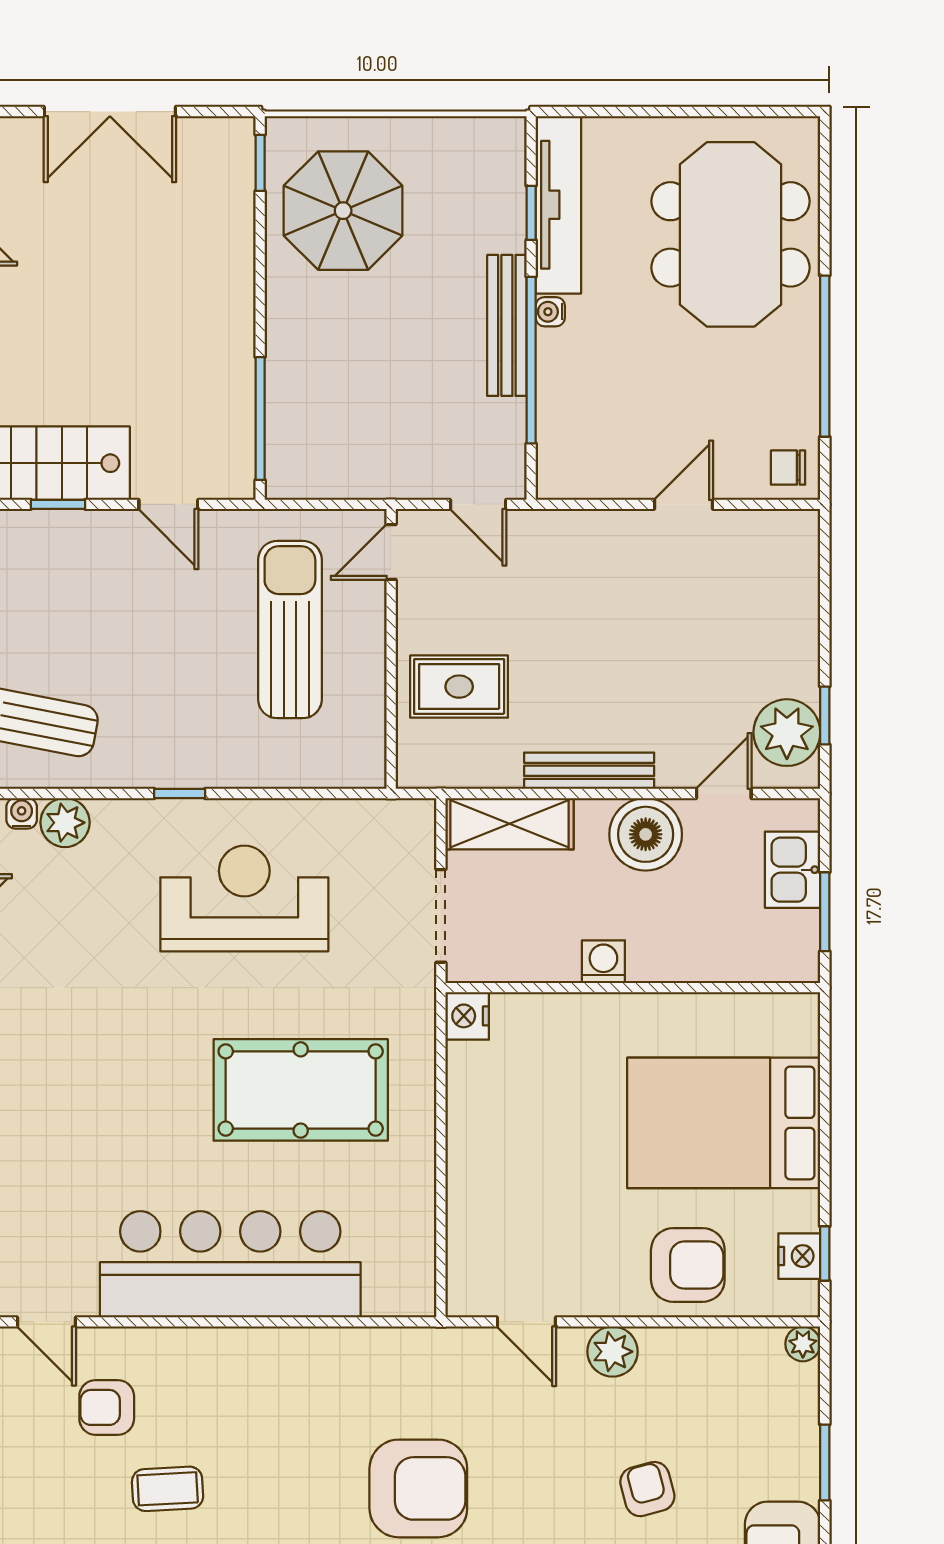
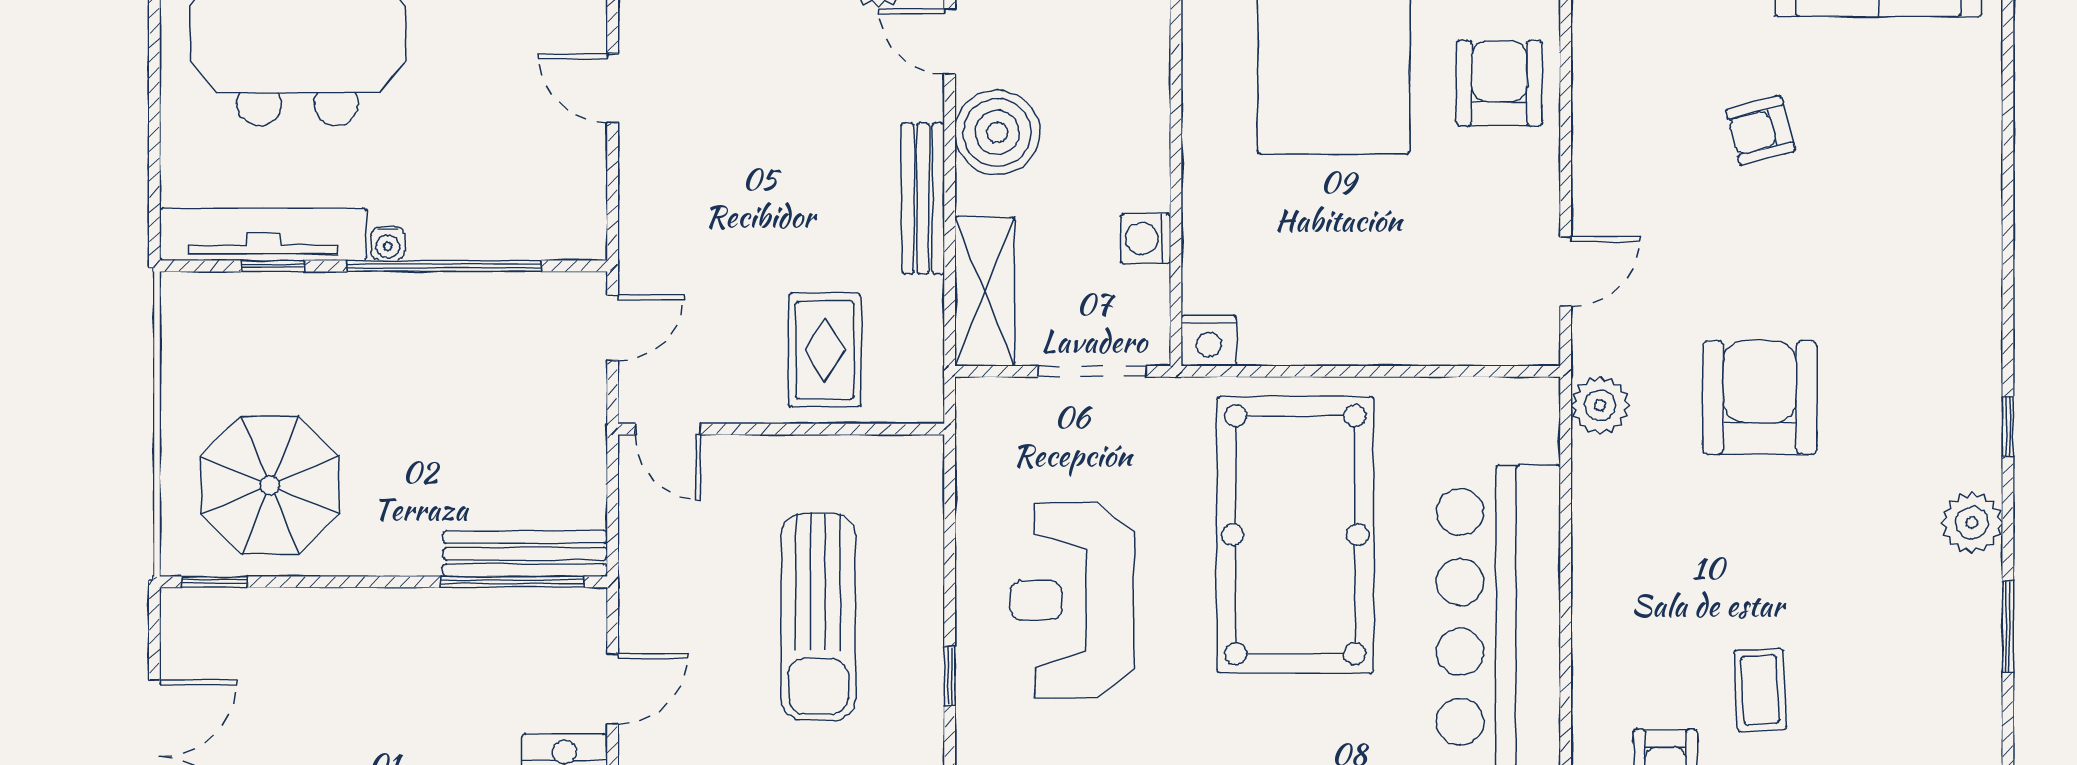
bench: (507, 325) -> (525, 554), moved
sun lounger: (290, 630) -> (818, 617), moved, turned -90
washing machine: (603, 962) -> (1146, 239), moved
pool table: (301, 1090) -> (1295, 535), width x1.36, depth x1.32
plant: (613, 1352) -> (1600, 405), moved

